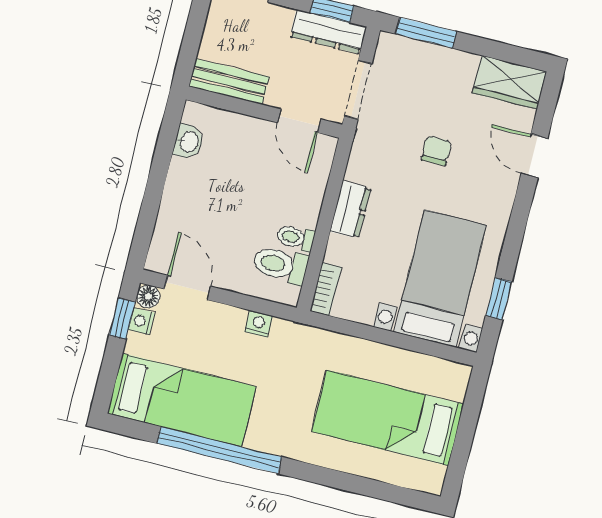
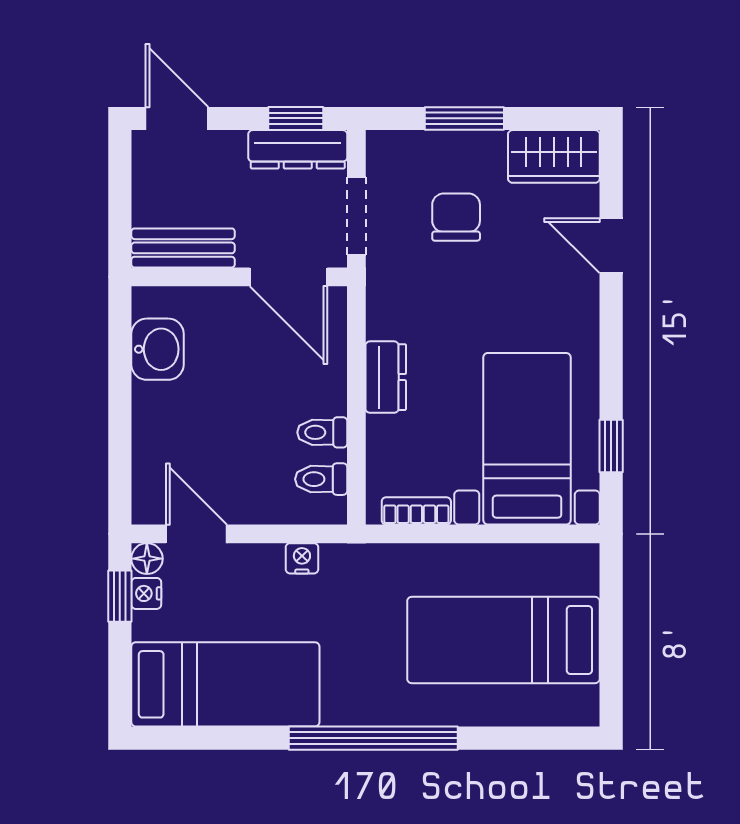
window: (426, 33) -> (464, 118), moved
door: (299, 121) -> (289, 277), width x1.38
washbasin: (189, 142) -> (158, 349), width x1.38, depth x1.45
chair: (436, 151) -> (456, 217), moved, width x1.37, depth x1.37
toilet: (280, 265) -> (321, 479), width x0.73, depth x0.72
bookcase: (326, 289) -> (416, 511), moved, turned -90
window: (219, 450) -> (373, 738), moved

